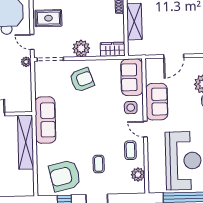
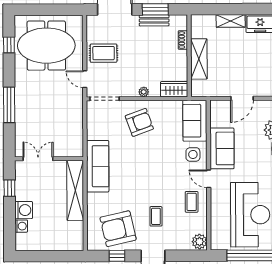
plant: (81, 48) -> (144, 92), width x0.53, depth x0.53
plant: (26, 62) -> (78, 101), removed
plant: (138, 175) -> (199, 242), moved

